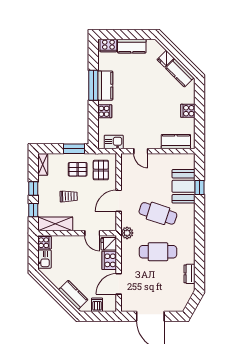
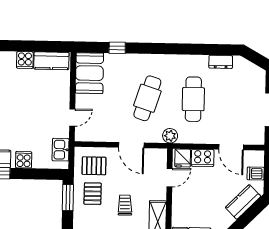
kitchen counter: (176, 142) -> (51, 61), moved, turned -90
booth: (184, 186) -> (89, 73), moved, turned 90

